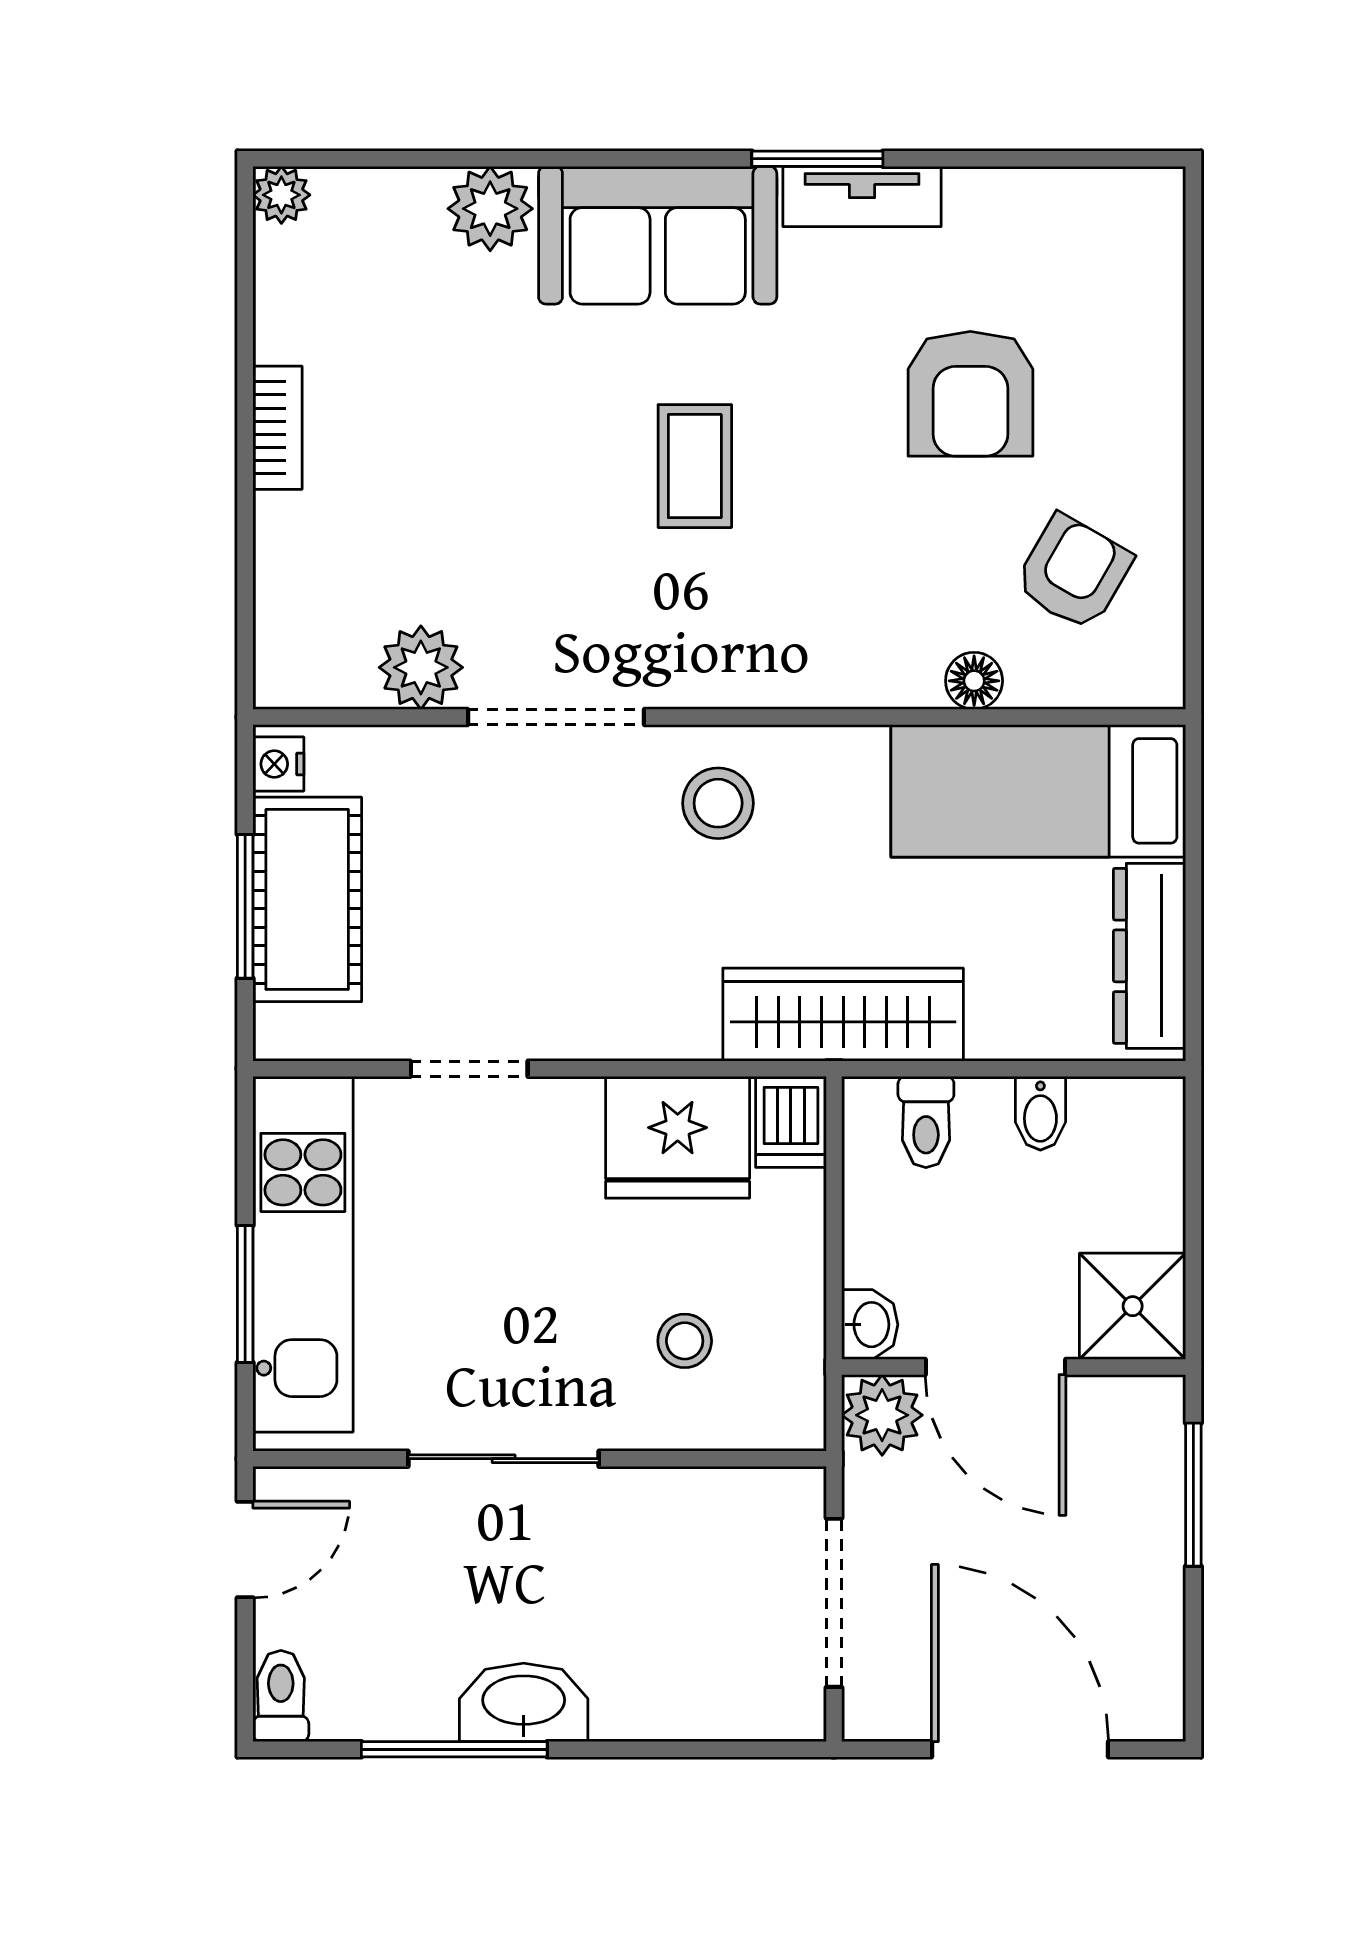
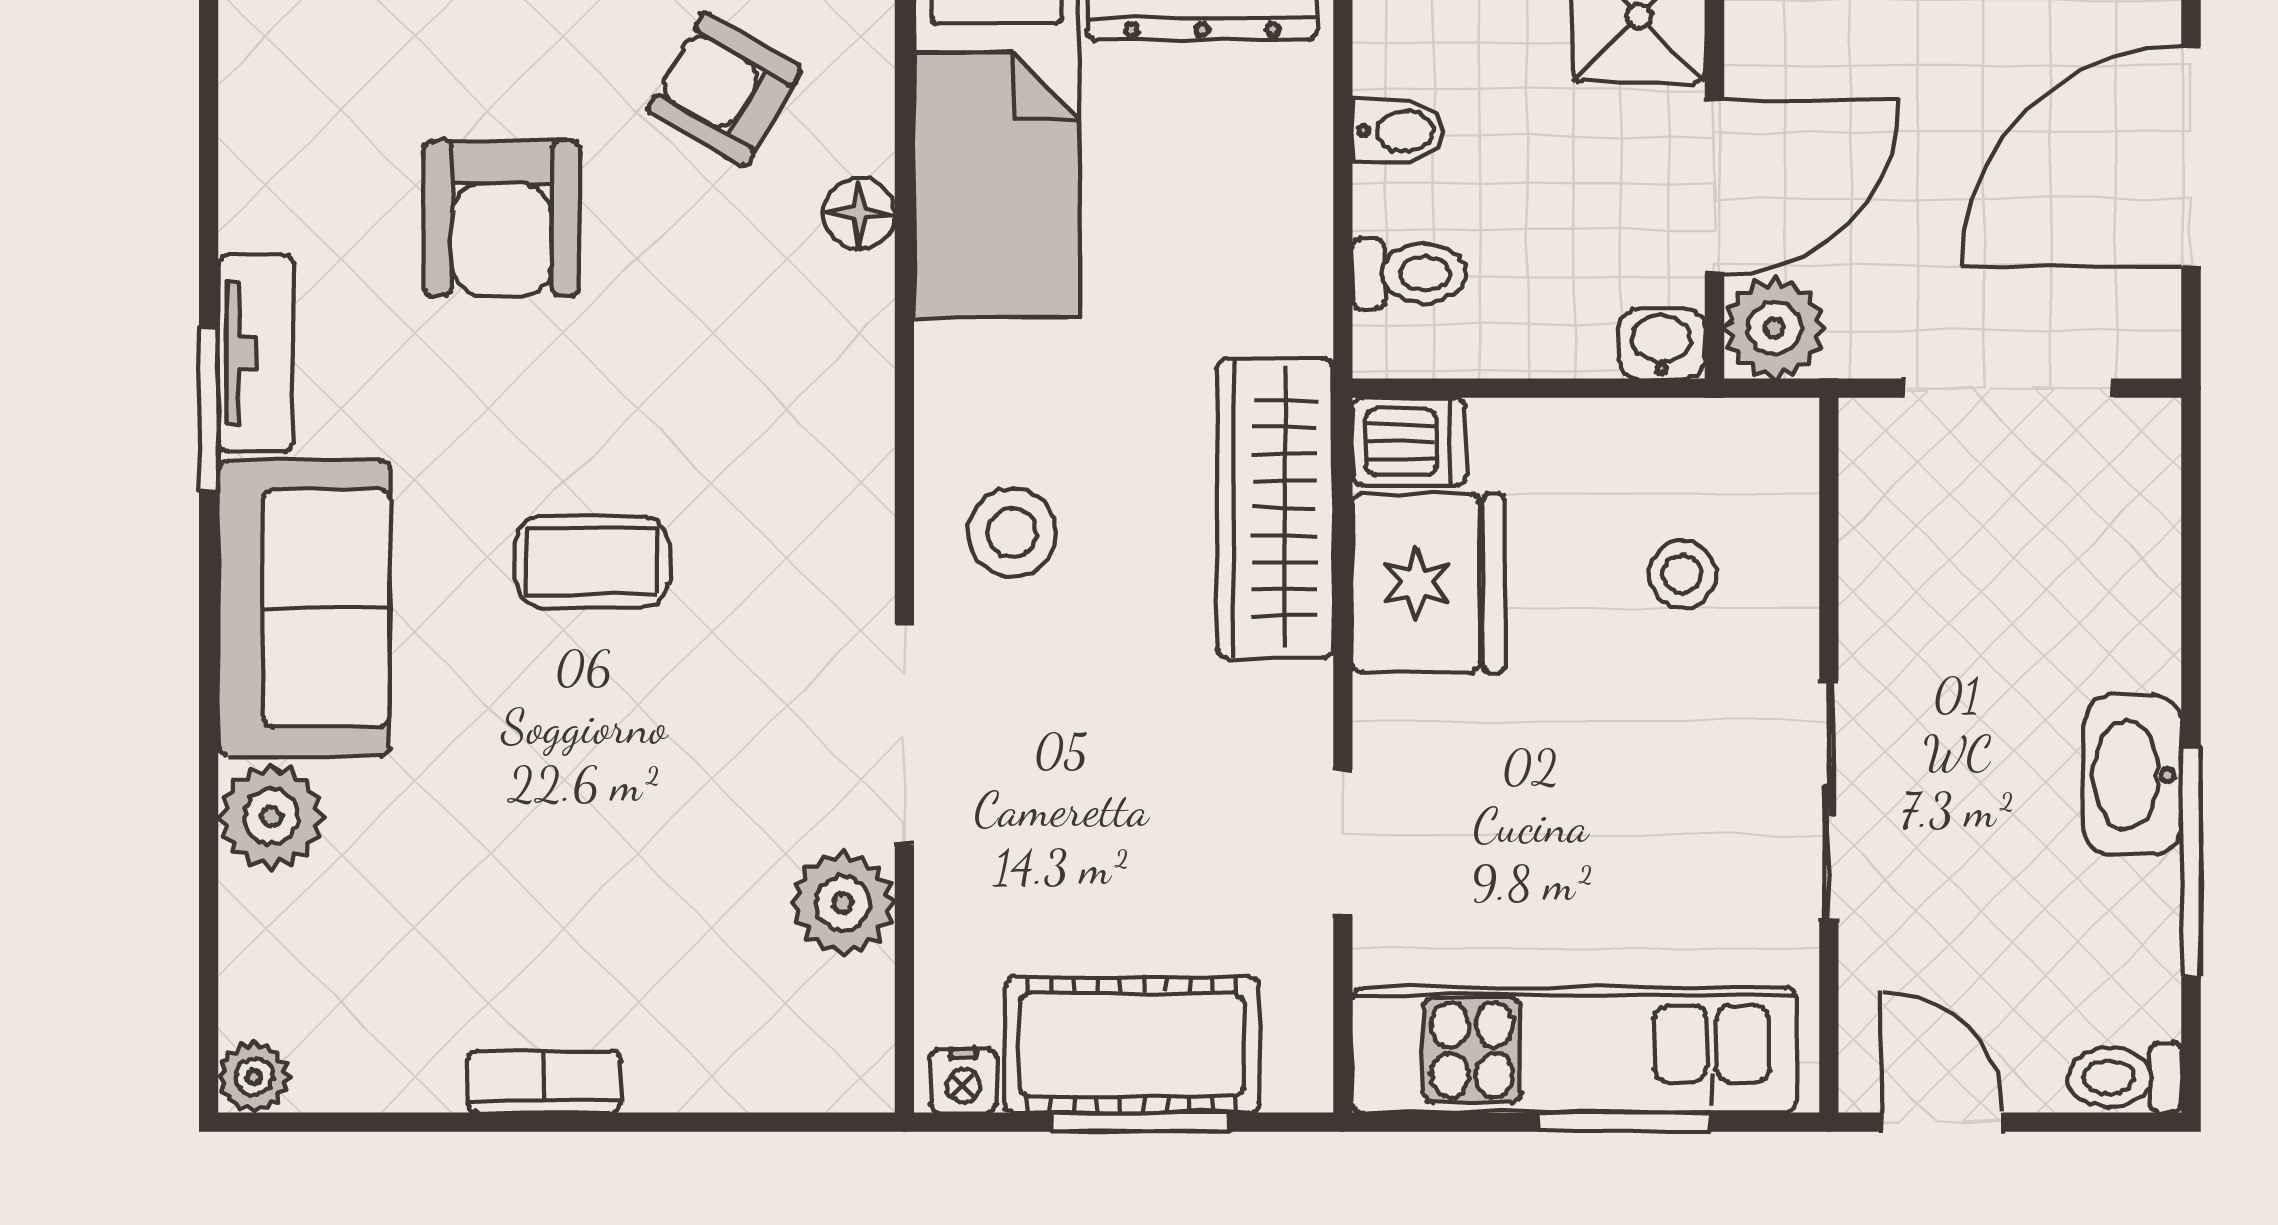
armchair: (970, 394) -> (502, 218), turned 90
wardrobe: (843, 1015) -> (1275, 508), moved

